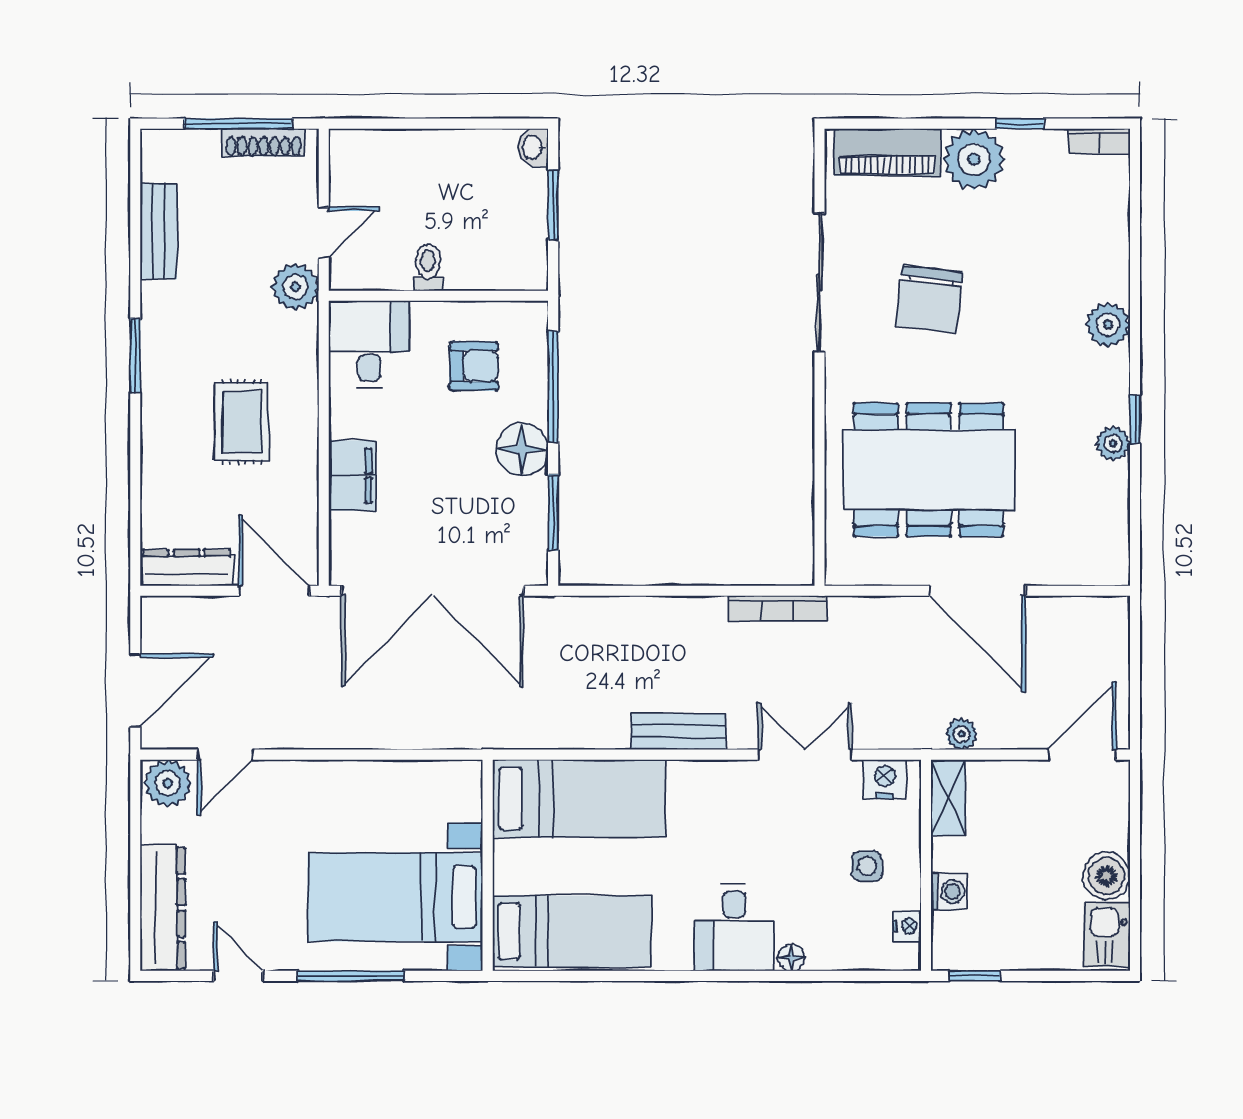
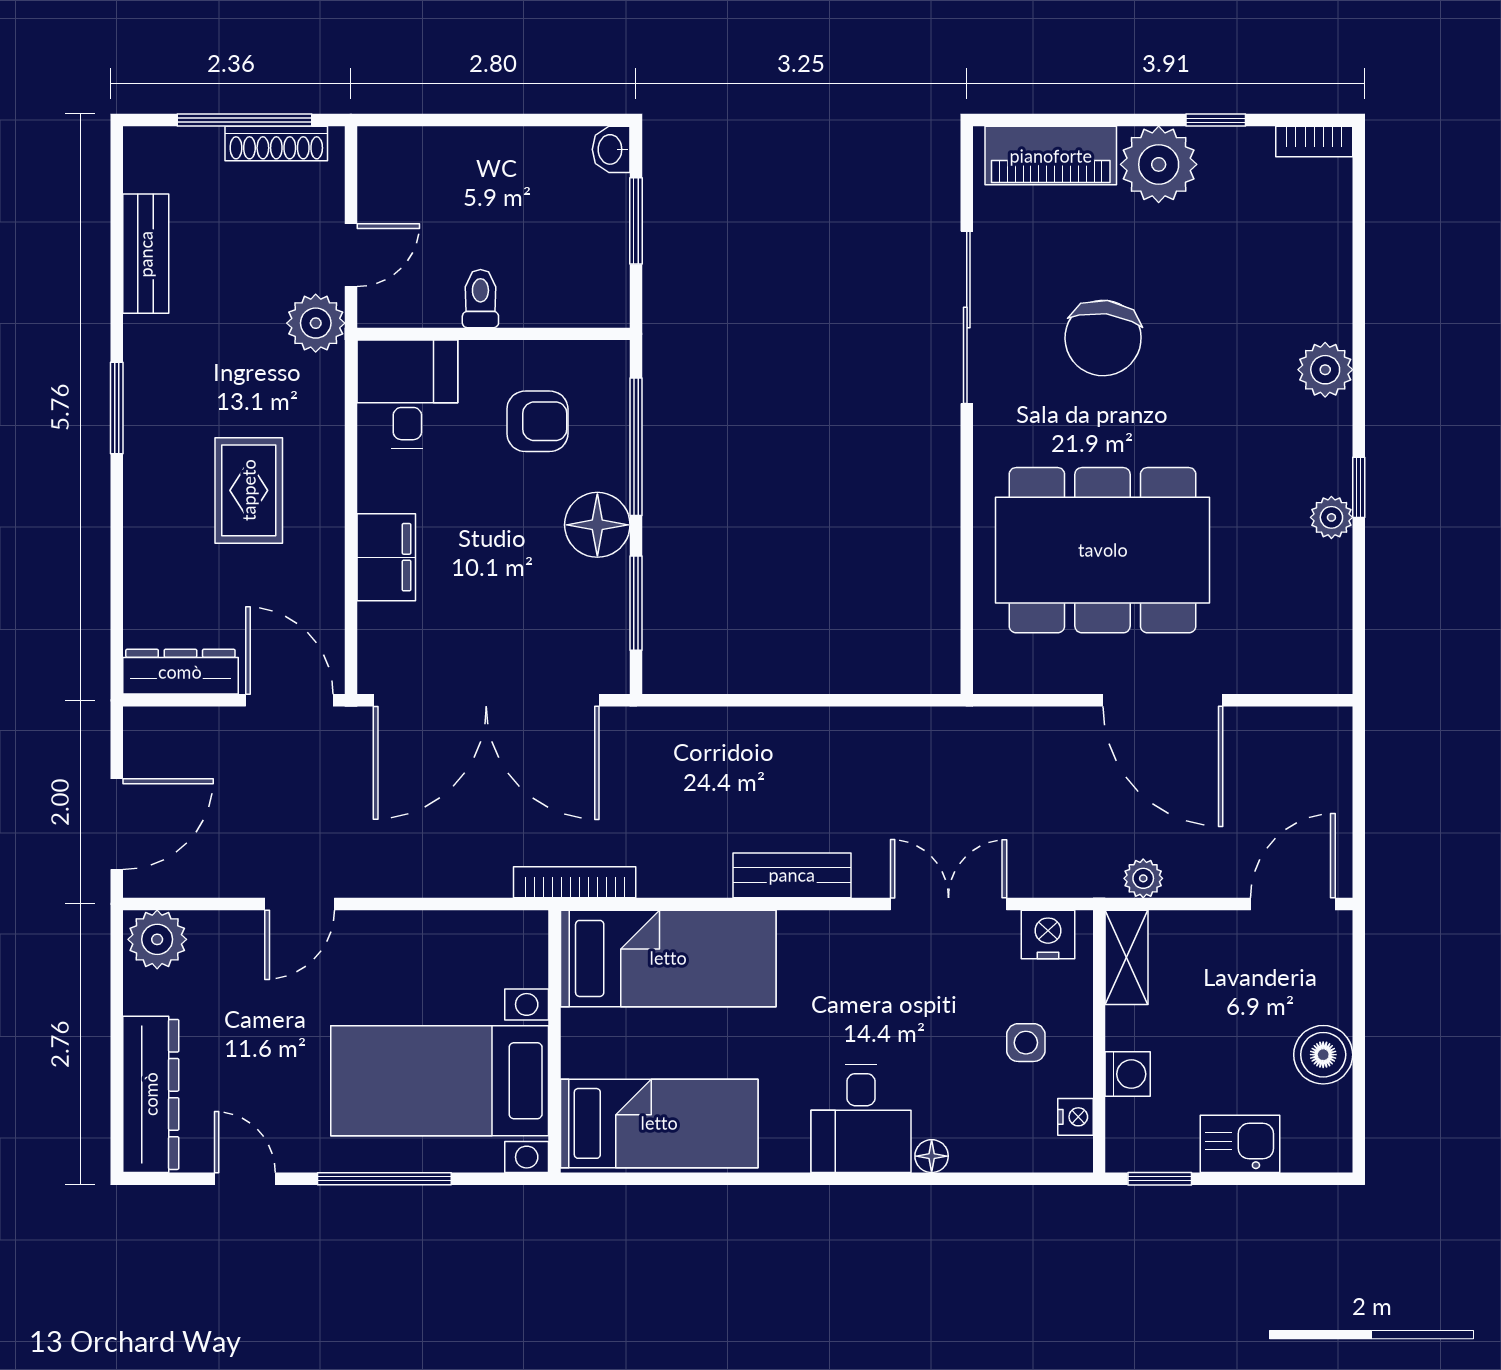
bookcase: (778, 608) -> (575, 882), moved, turned 180
door: (225, 755) -> (300, 904), moved
kitchen sink: (1107, 935) -> (1240, 1144), moved, turned 90

